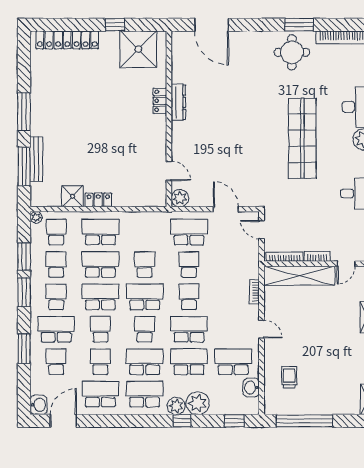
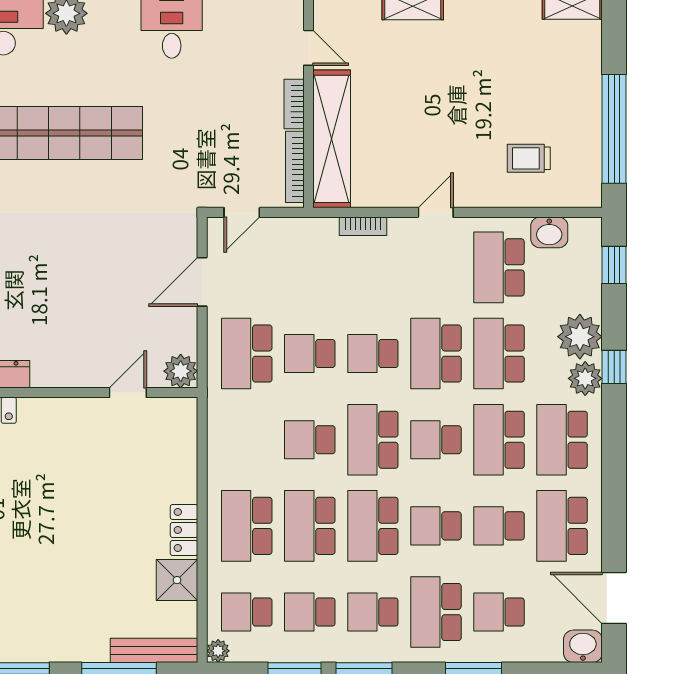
bench: (36, 159) -> (154, 650), moved

